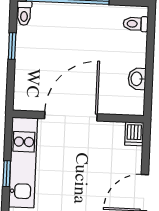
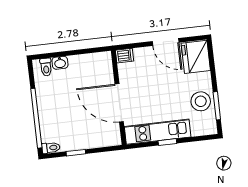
washbasin: (137, 79) -> (60, 63), moved

